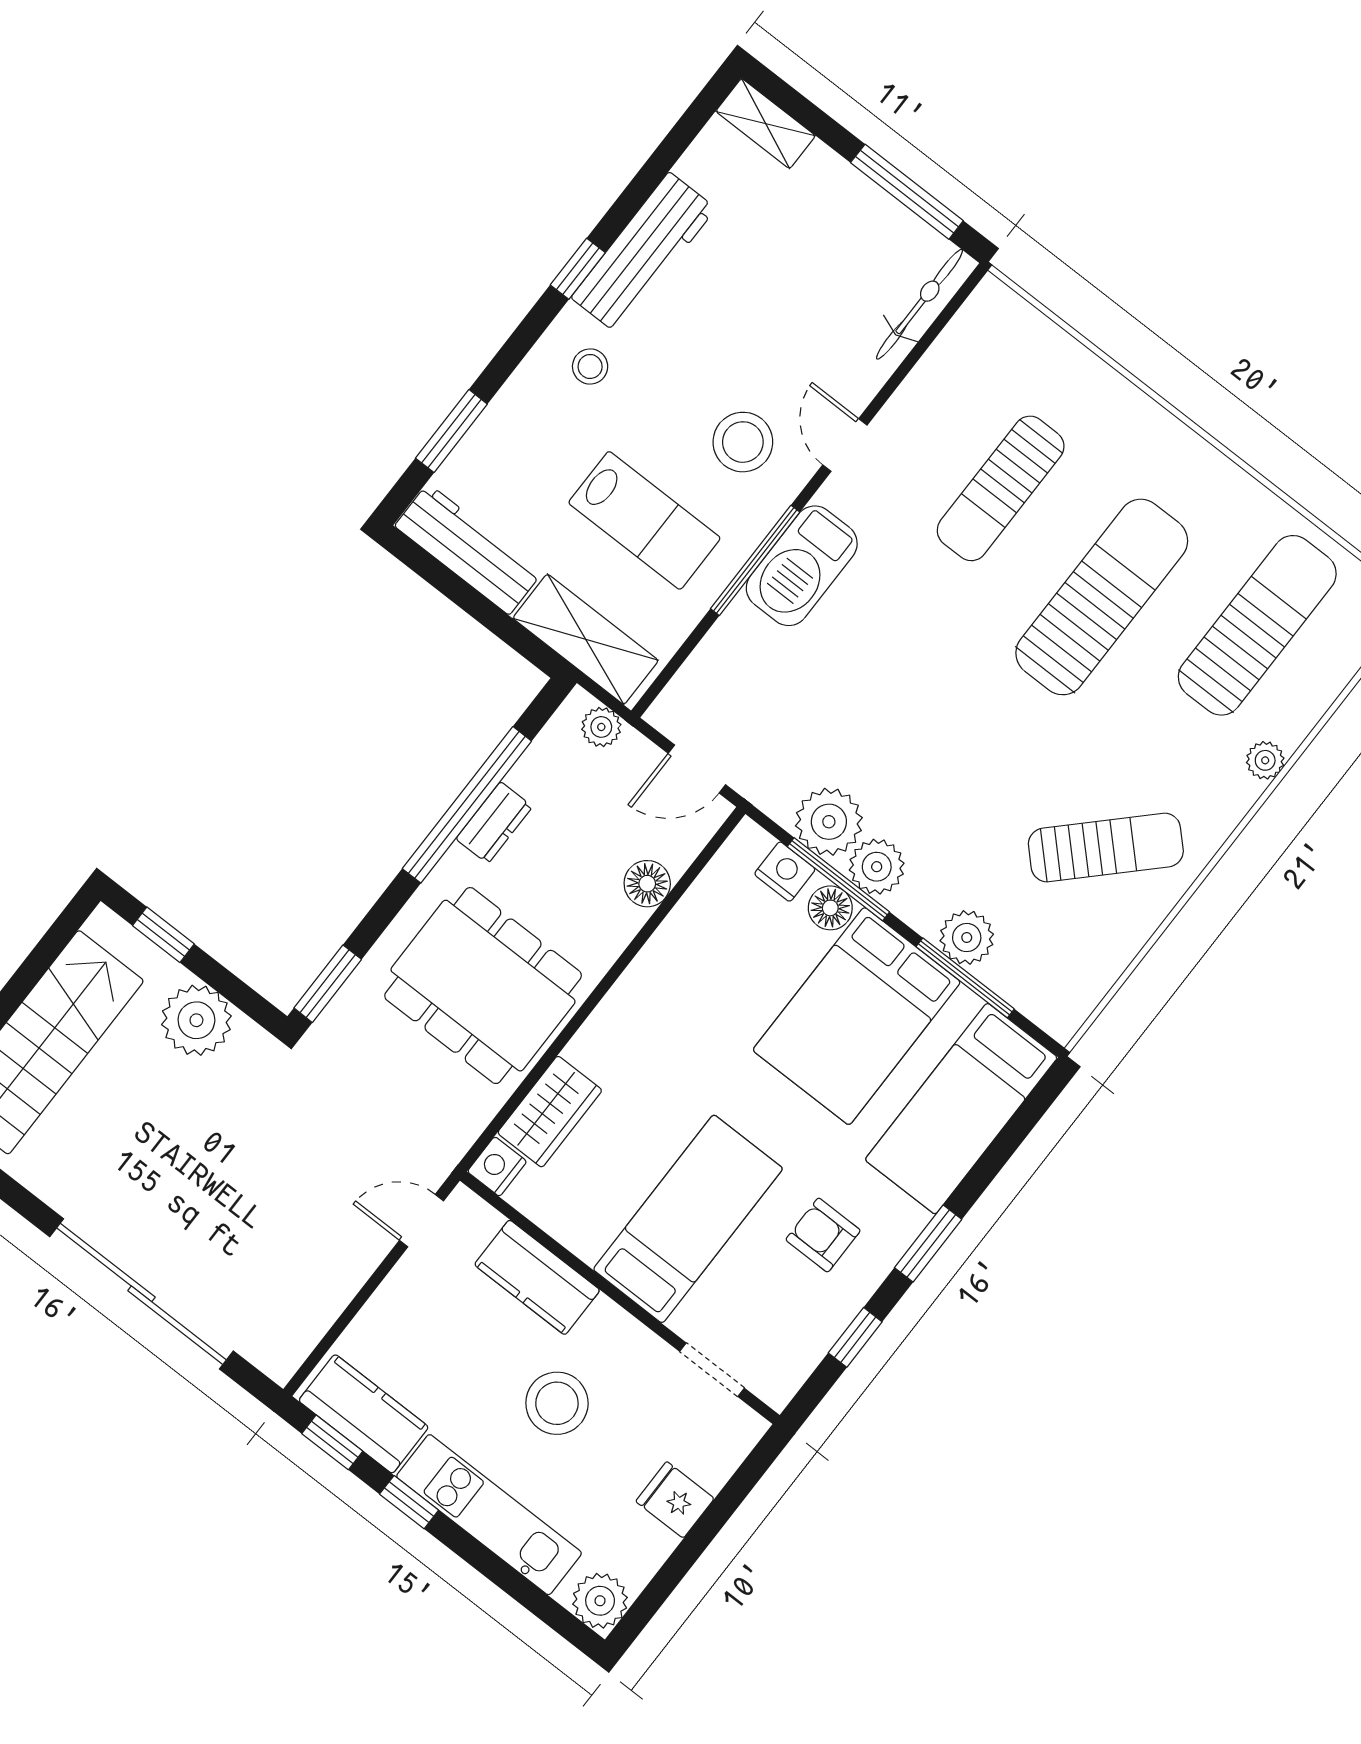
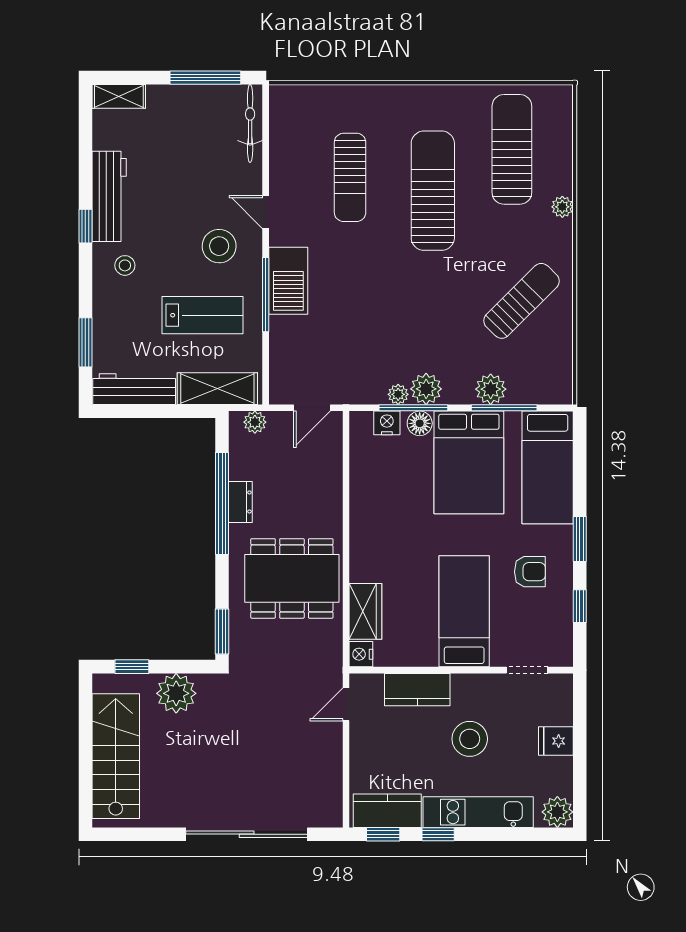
plant: (829, 822) -> (398, 394), width x0.53, depth x0.53
floor lamp: (647, 884) -> (330, 476), removed
armchair: (823, 1235) -> (530, 572), turned 180

